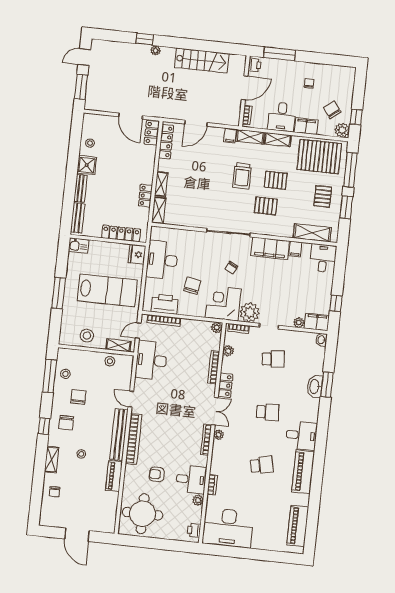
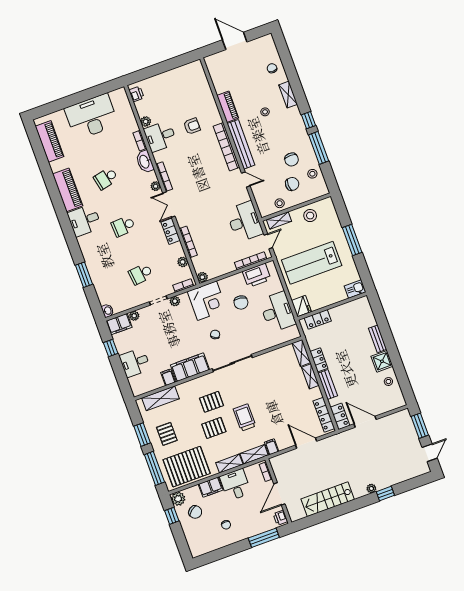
door: (196, 123) -> (306, 443), hinge flipped
bench: (78, 218) -> (328, 385), moved
locker: (121, 234) -> (318, 319), width x0.66
desk: (323, 258) -> (135, 362), moved, turned 90
plant: (250, 312) -> (175, 301), width x0.53, depth x0.53
window: (50, 376) -> (319, 148), moved
washbasin: (315, 386) -> (145, 162), moved, turned 180
chair: (66, 423) -> (292, 184), moved, turned 89
round table: (143, 514) -> (187, 87), removed
desk: (228, 528) -> (91, 117), moved

